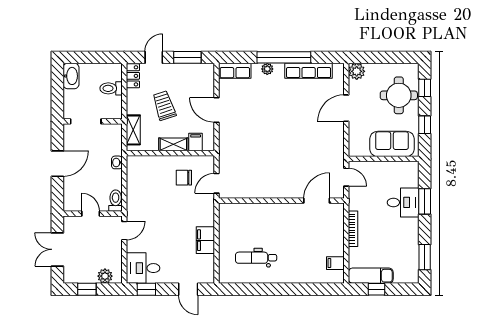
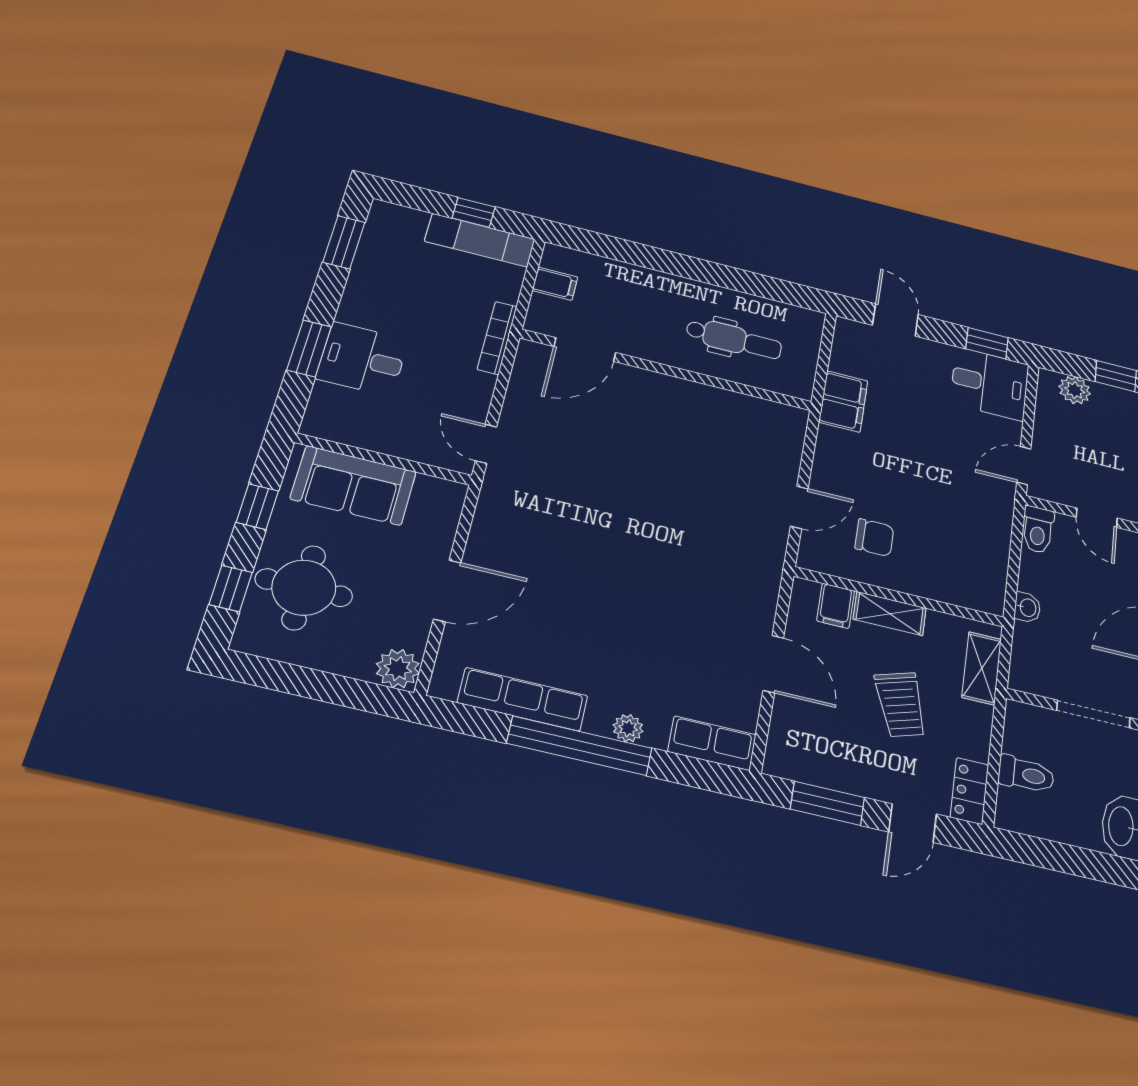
wall: (281, 201) -> (667, 370), moved
door: (317, 201) -> (585, 350), moved

